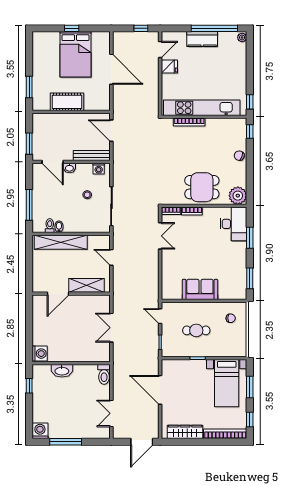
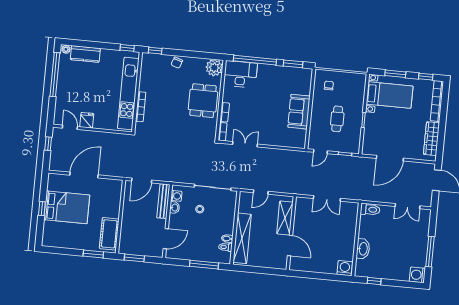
kitchen counter: (202, 39) -> (85, 54), moved, turned 90
cot: (67, 102) -> (109, 234), moved
window: (29, 144) -> (134, 258), moved
washbasin: (69, 168) -> (175, 208), moved
window: (250, 238) -> (255, 60), width x2.11

